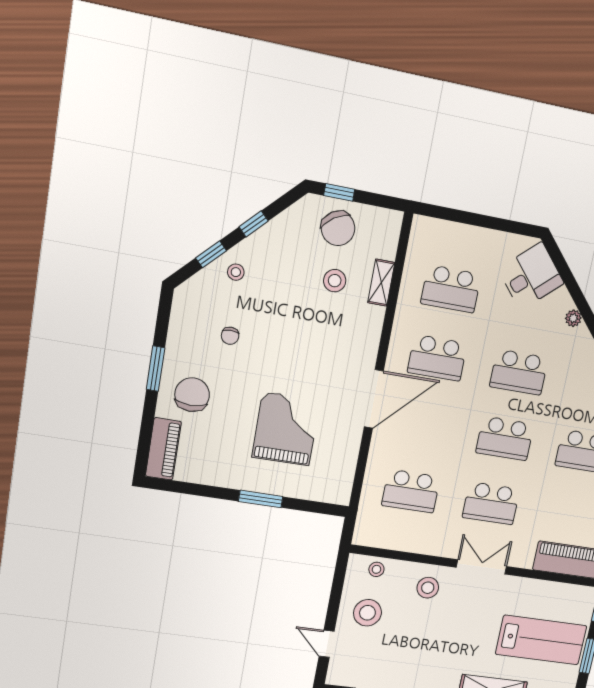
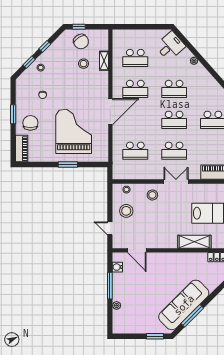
grand piano: (286, 429) -> (74, 131), width x1.37, depth x1.48

